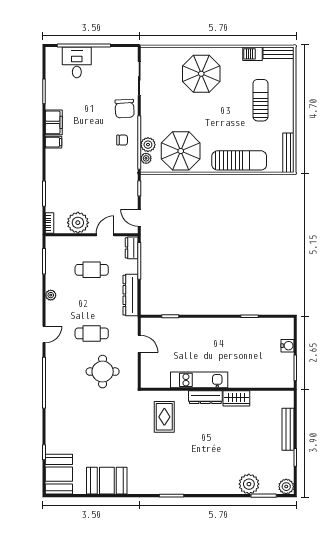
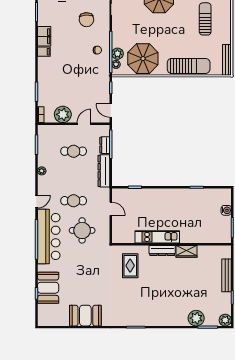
chair: (125, 109) -> (86, 20), moved
dresser: (132, 248) -> (105, 145), moved
bar counter: (60, 379) -> (49, 237), added
booth: (59, 474) -> (48, 288), moved

